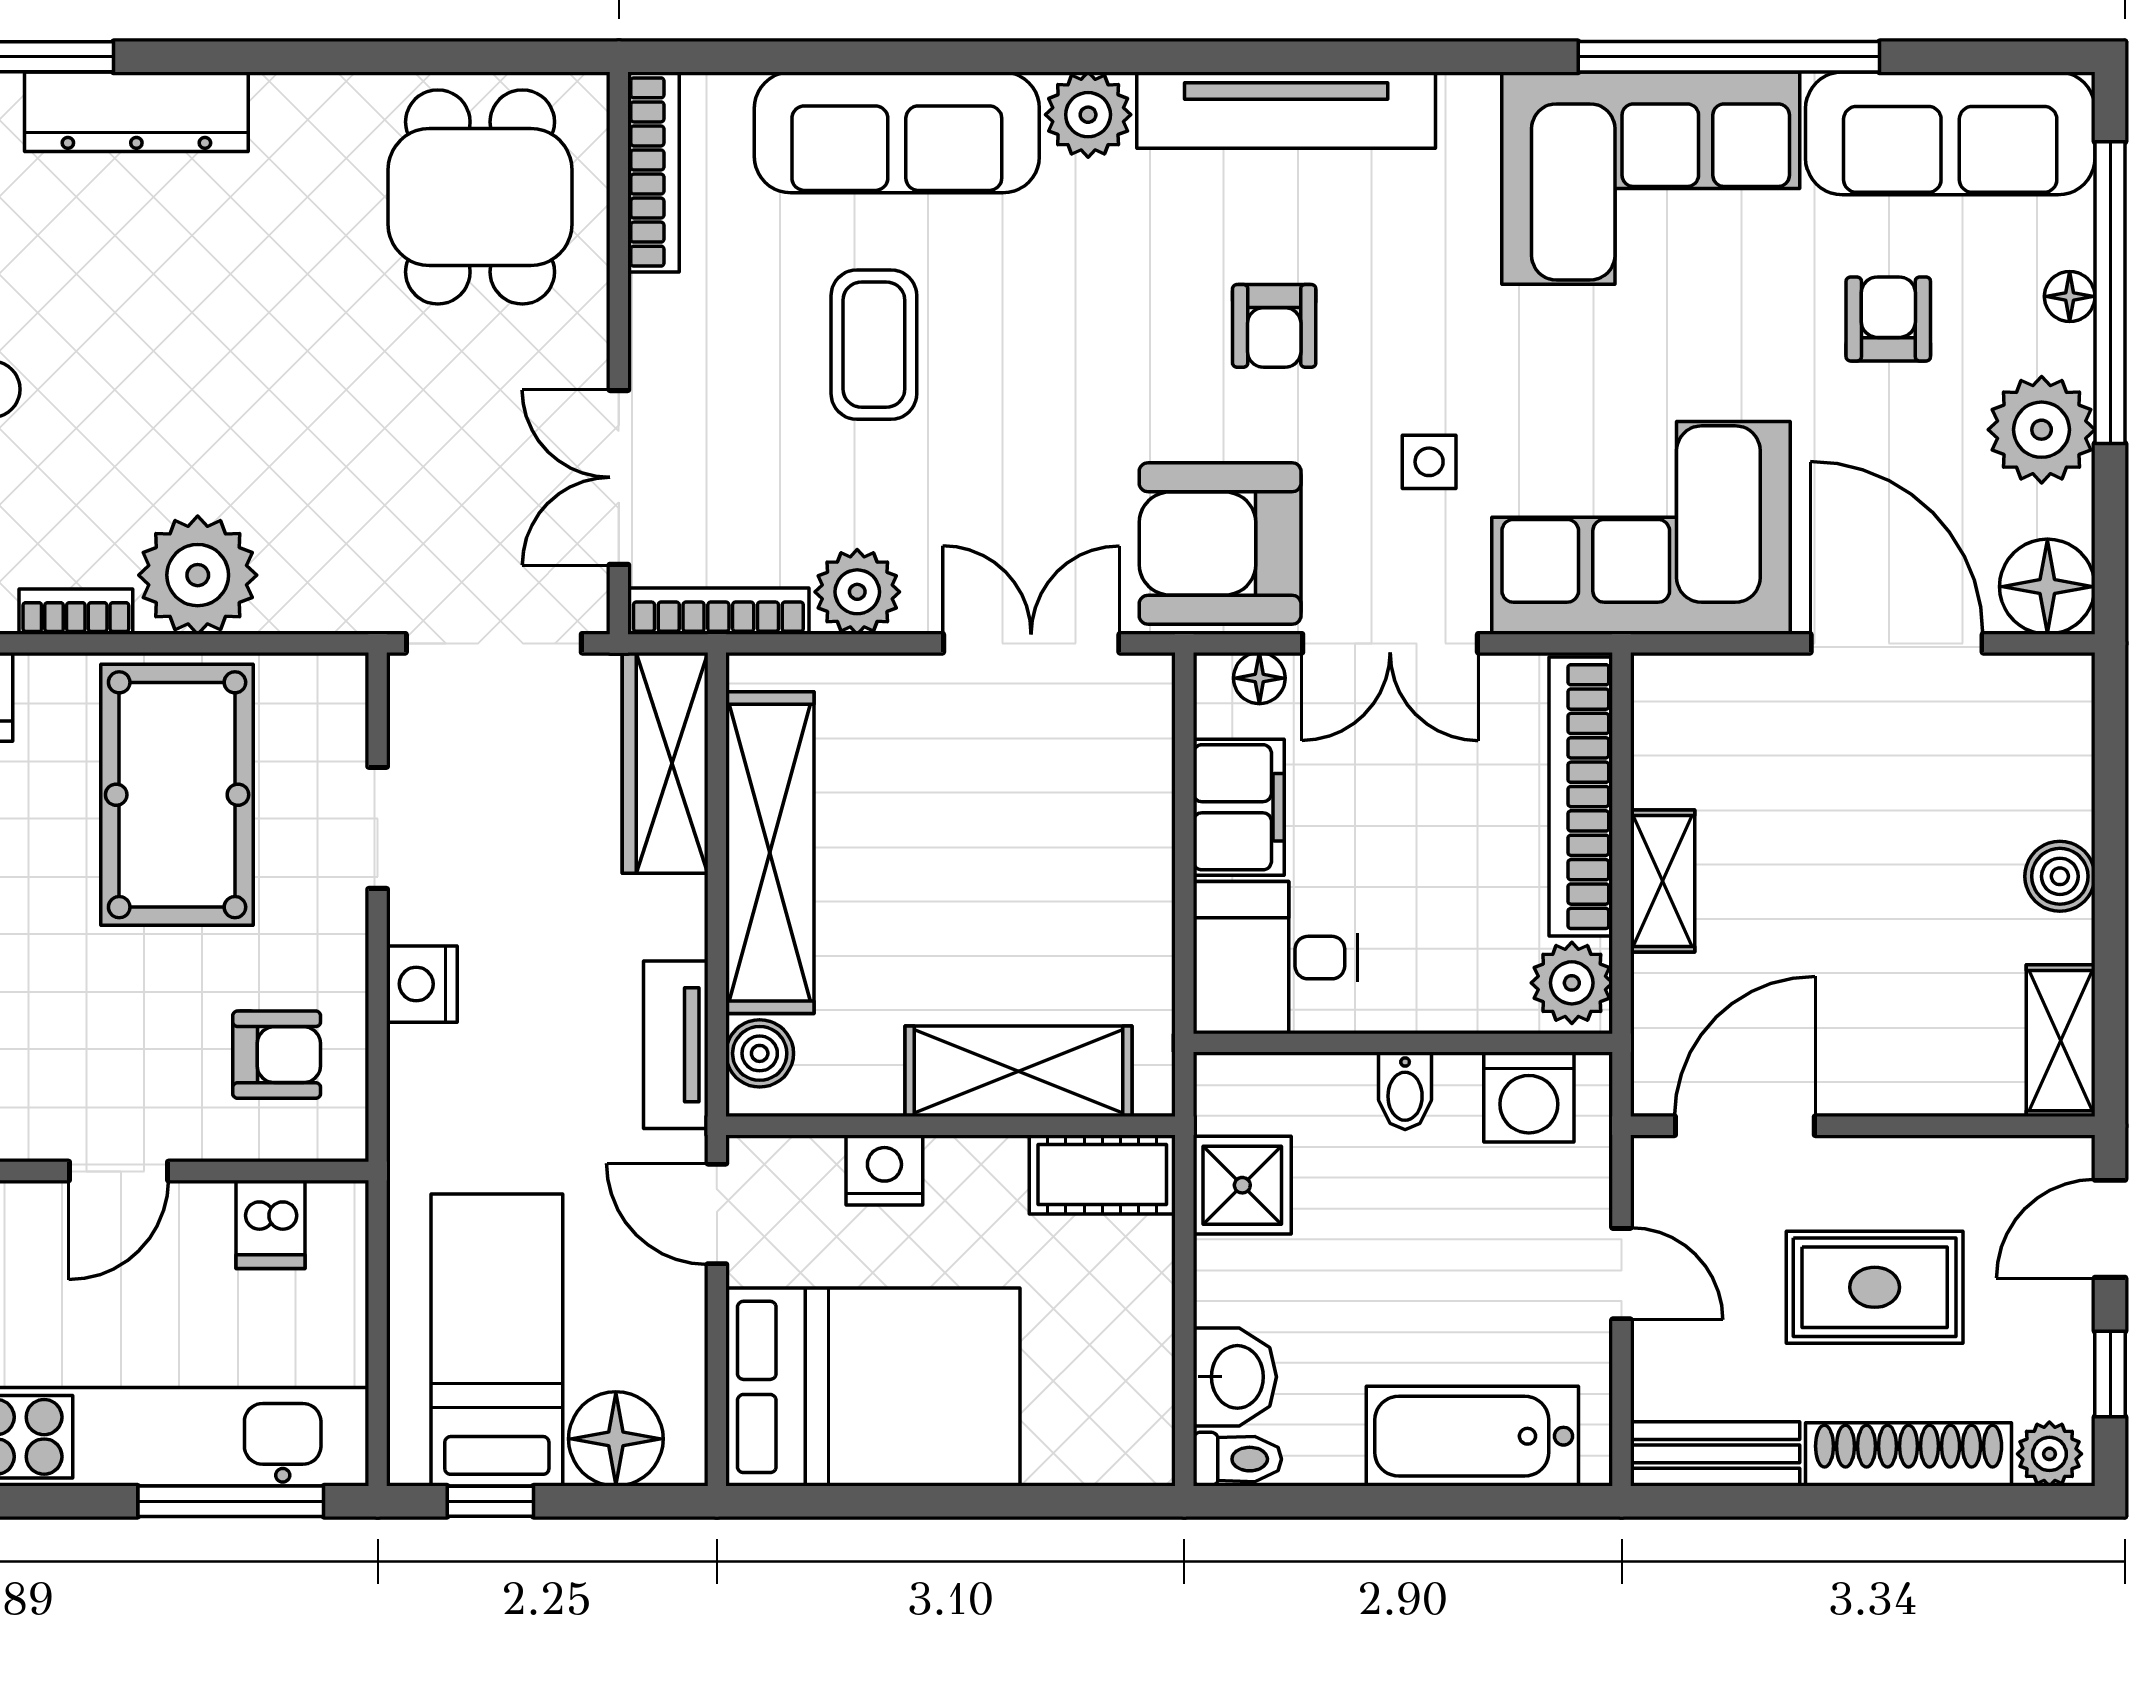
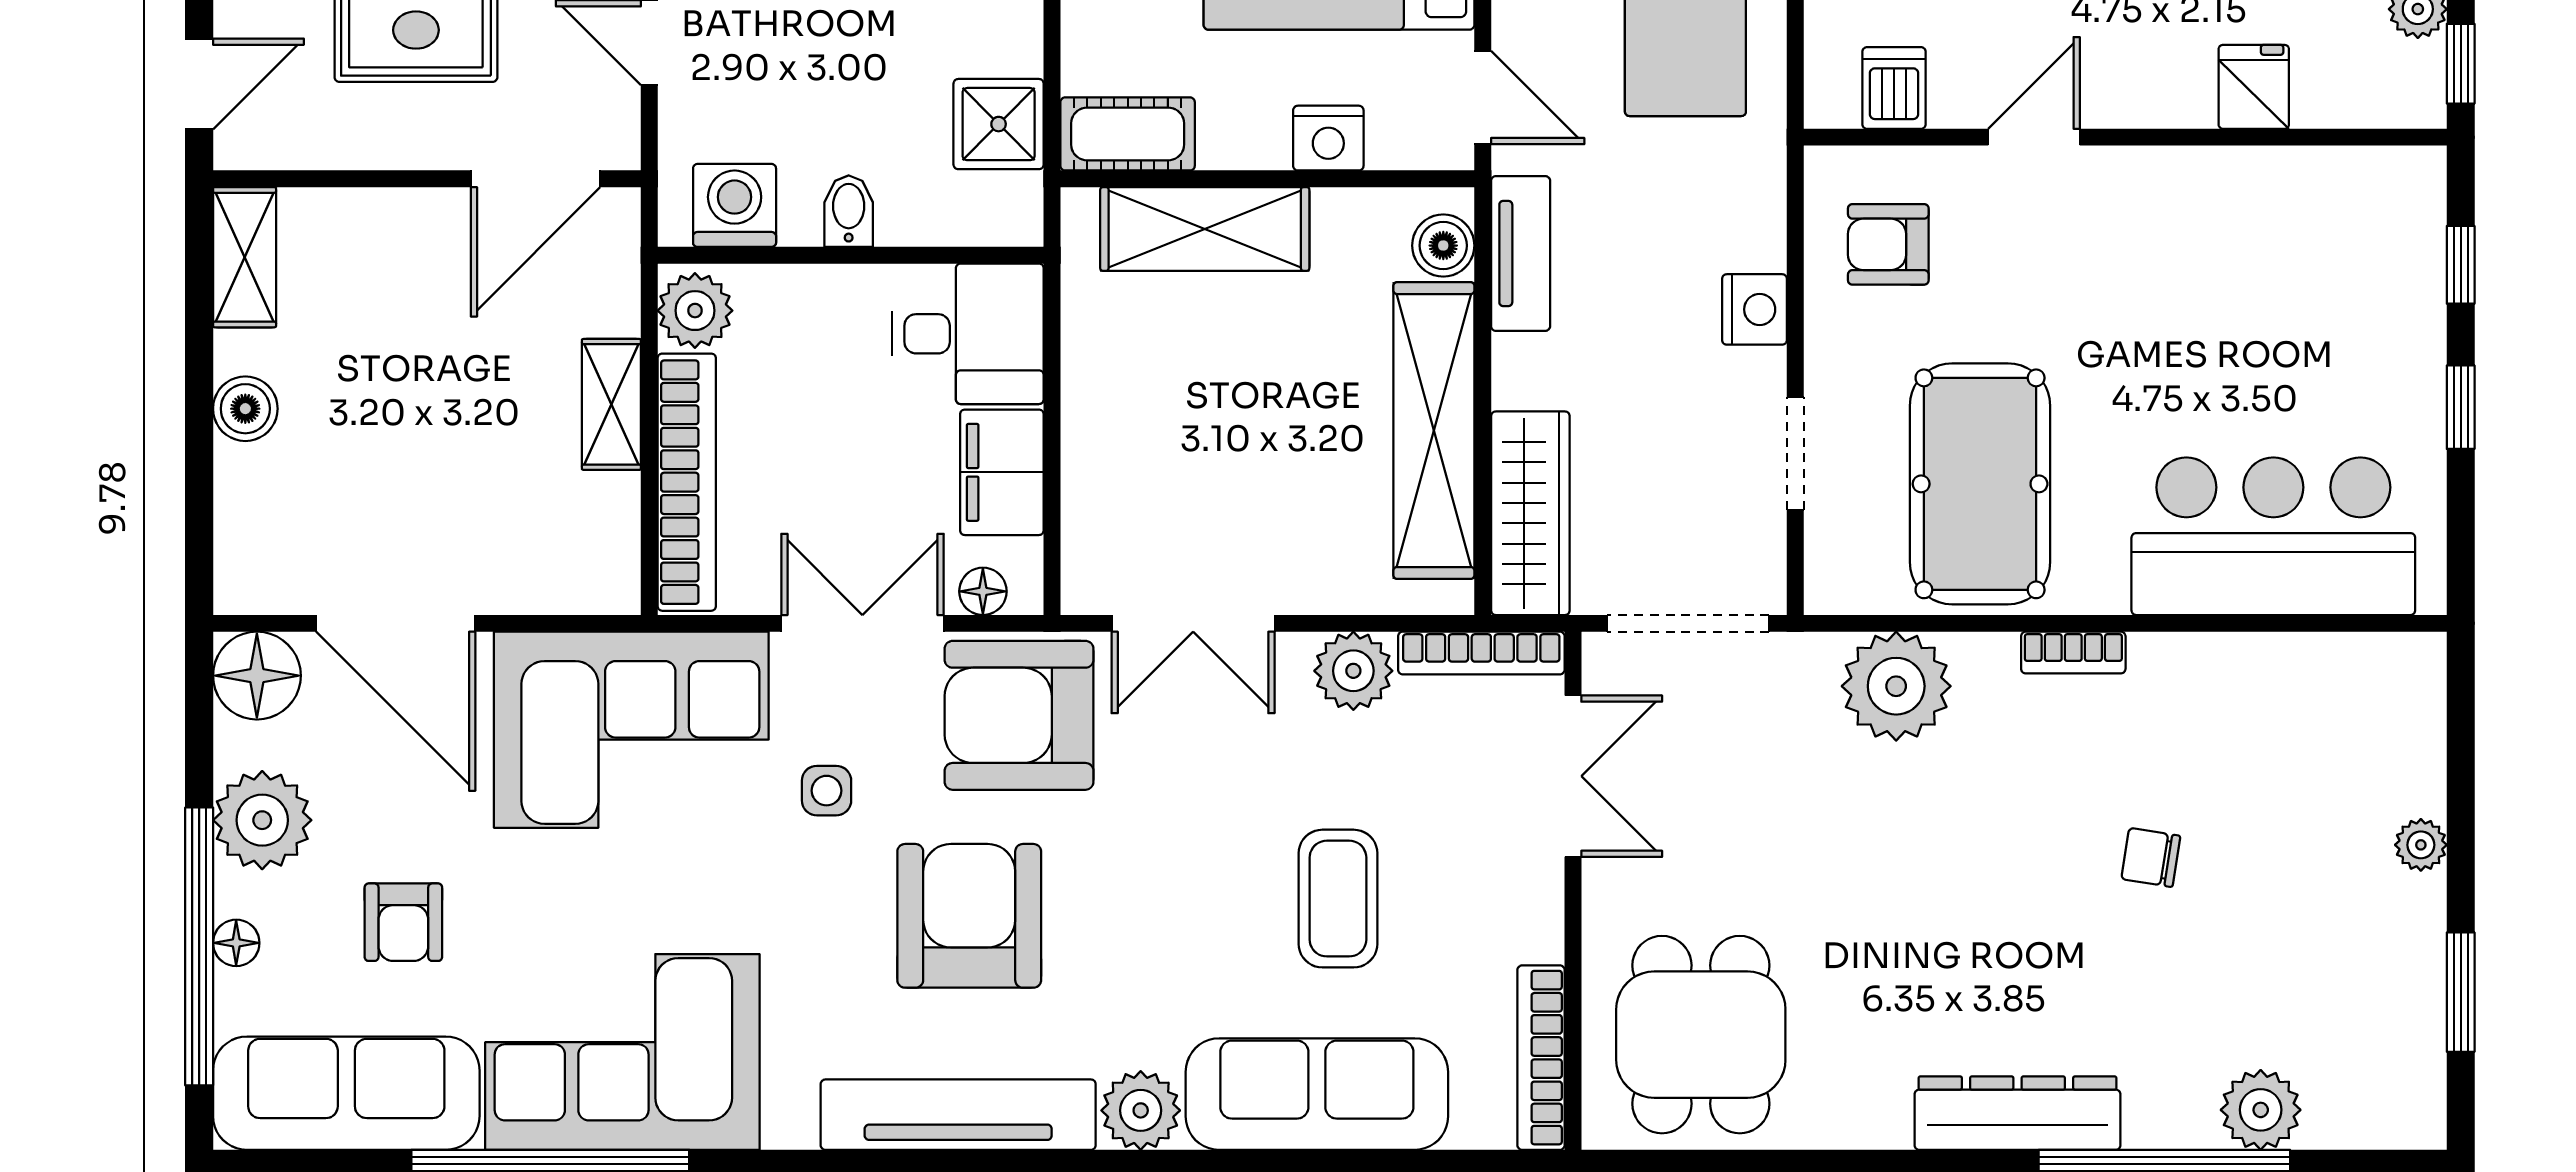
armchair: (1274, 326) -> (969, 916), width x1.88, depth x1.88
armchair: (1220, 543) -> (1019, 715), turned 180
plant: (198, 575) -> (1896, 686), moved

